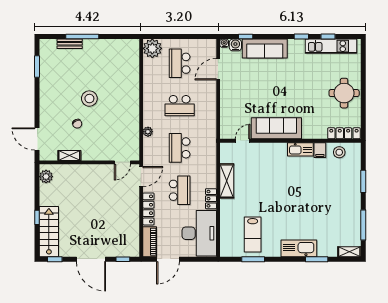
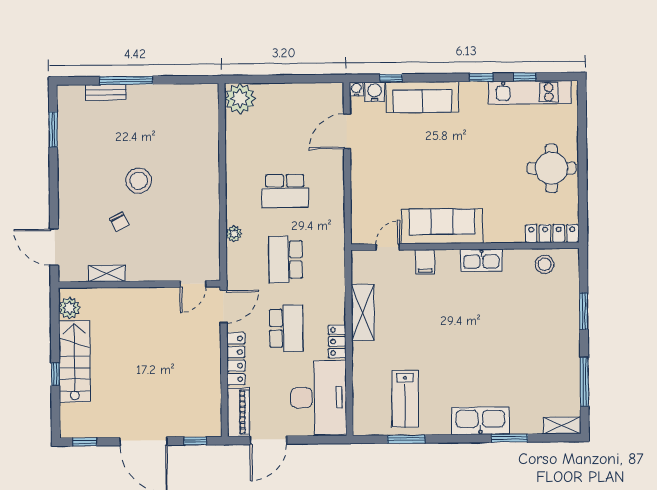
school desk: (180, 63) -> (284, 122), removed
filing cabinet: (320, 150) -> (425, 262), moved
stairs: (49, 232) -> (75, 361), moved

